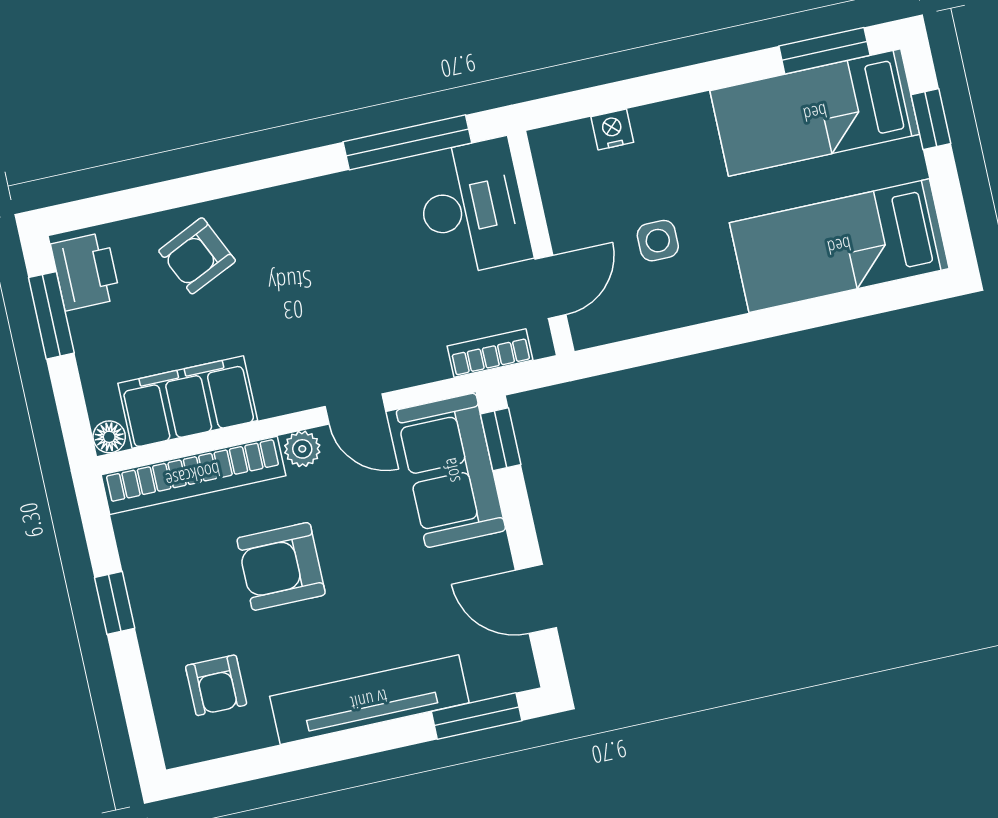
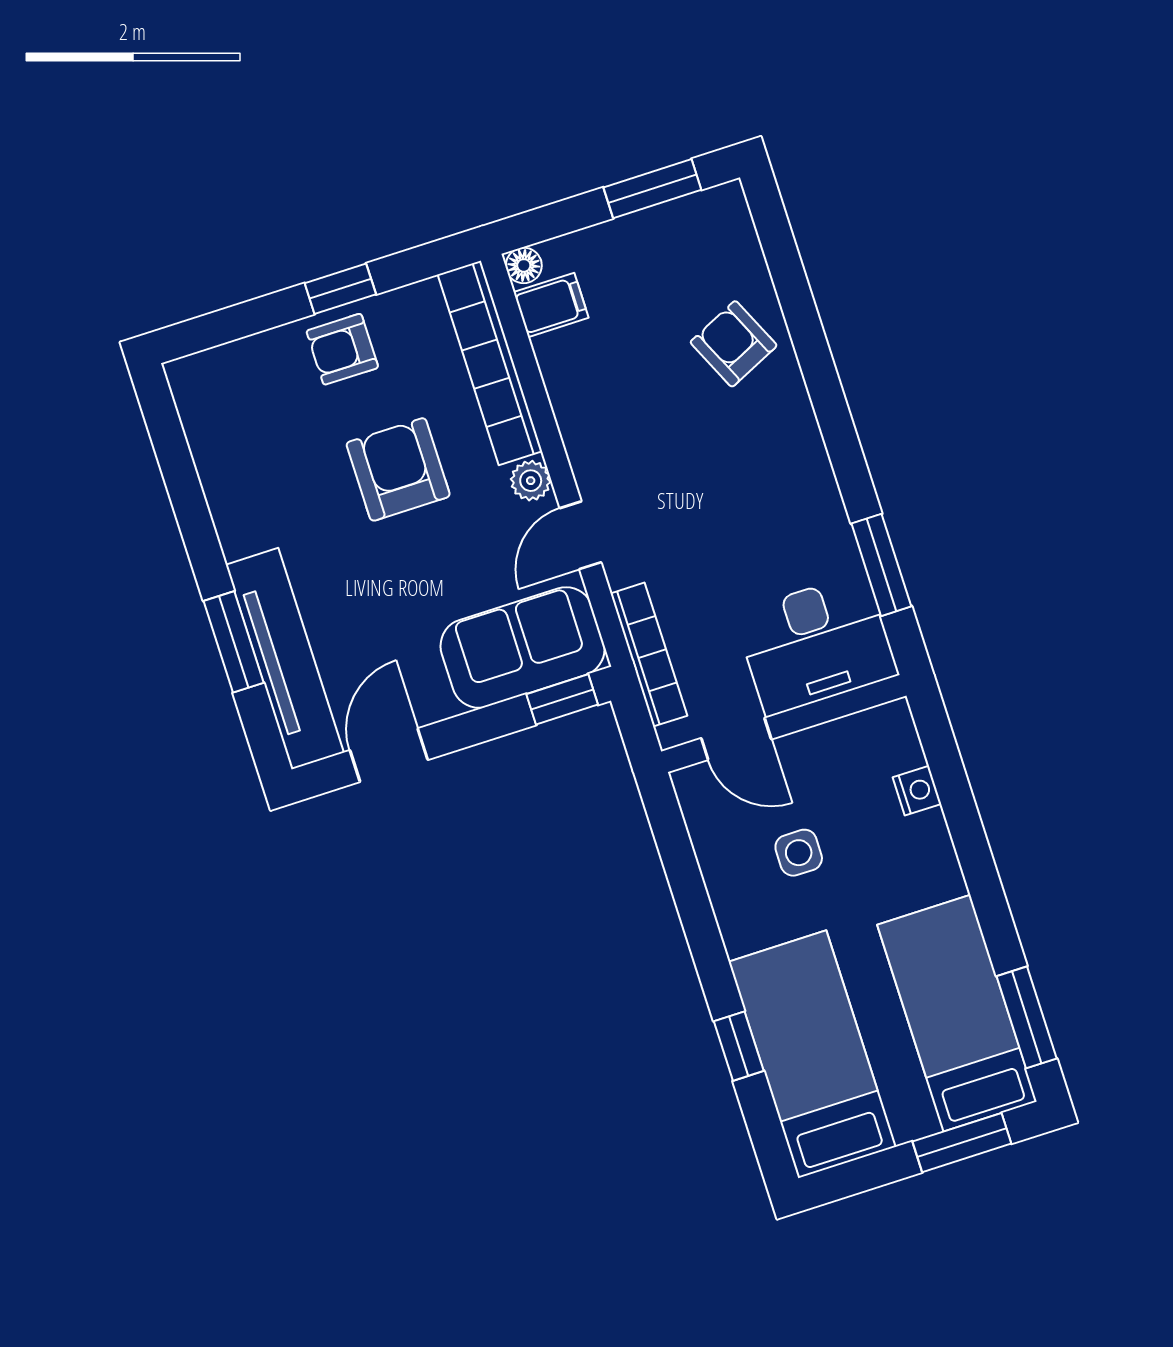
window: (931, 119) -> (962, 1143), width x1.50
window: (407, 142) -> (881, 565), width x0.69
printer: (86, 271) -> (705, 222), removed
window: (826, 310) -> (739, 1046), added
bookcase: (490, 353) -> (649, 655), width x1.56
filing cabinet: (188, 402) -> (551, 305), width x0.33, depth x0.86
armchair: (216, 685) -> (342, 349), moved
tv unit: (369, 700) -> (285, 659), moved
window: (477, 716) -> (234, 642), moved

